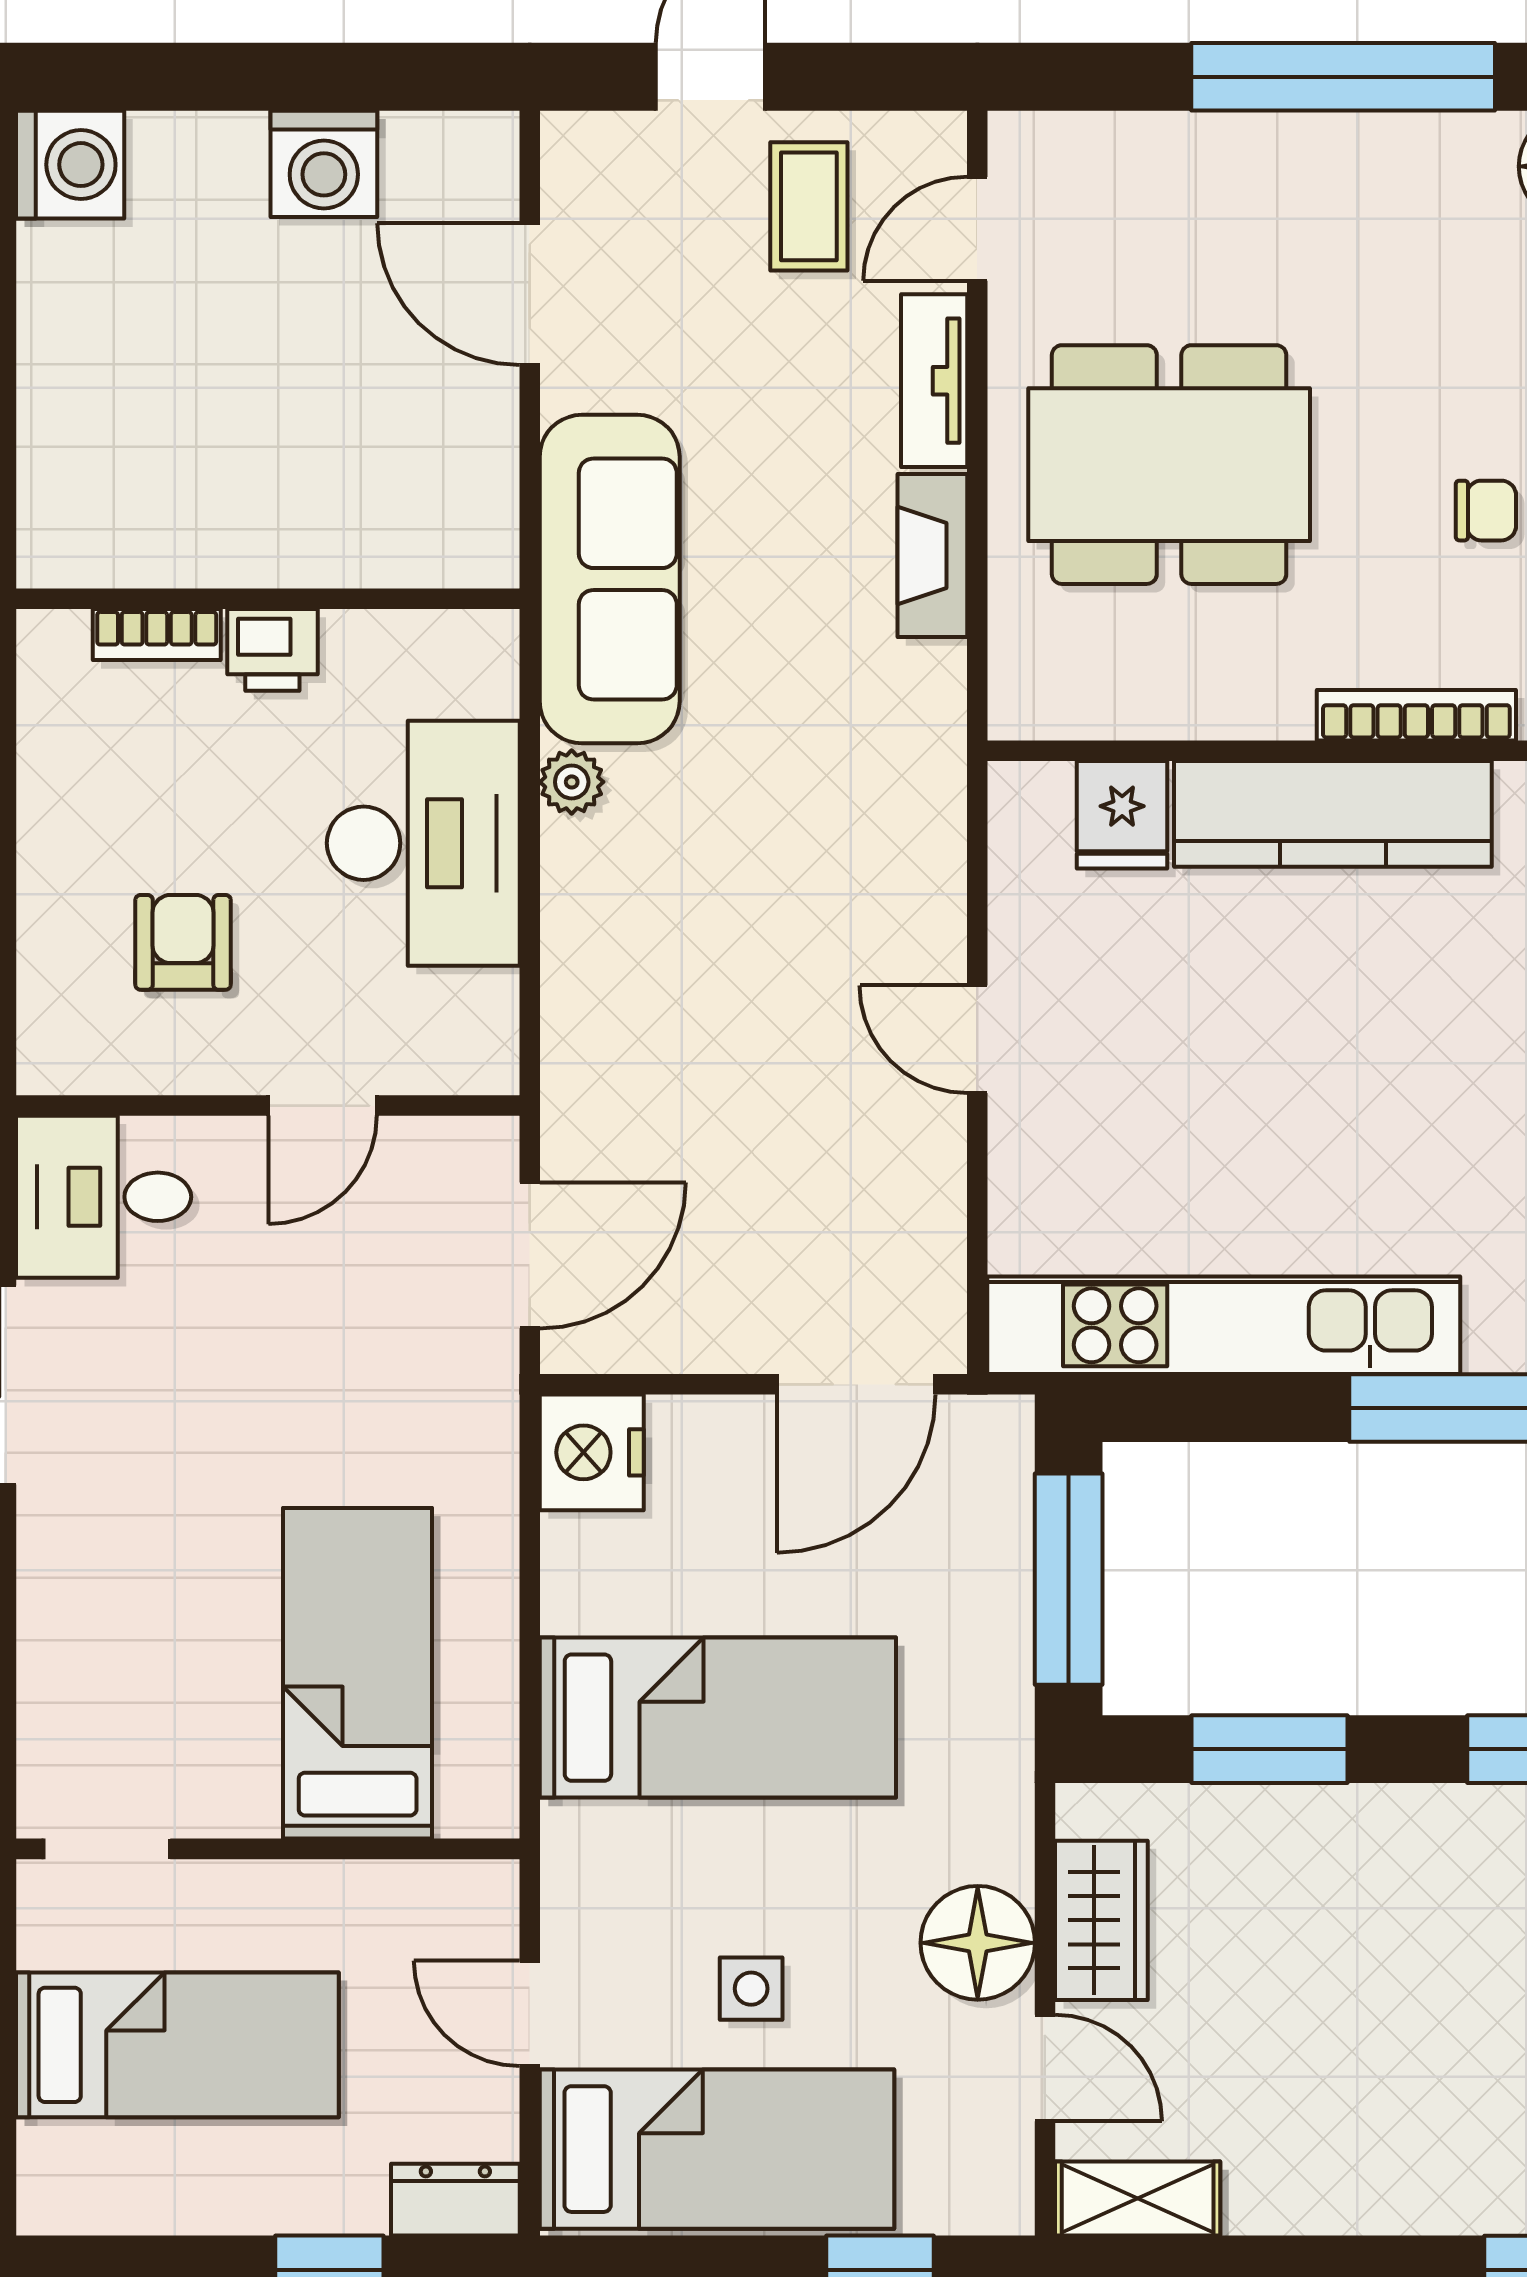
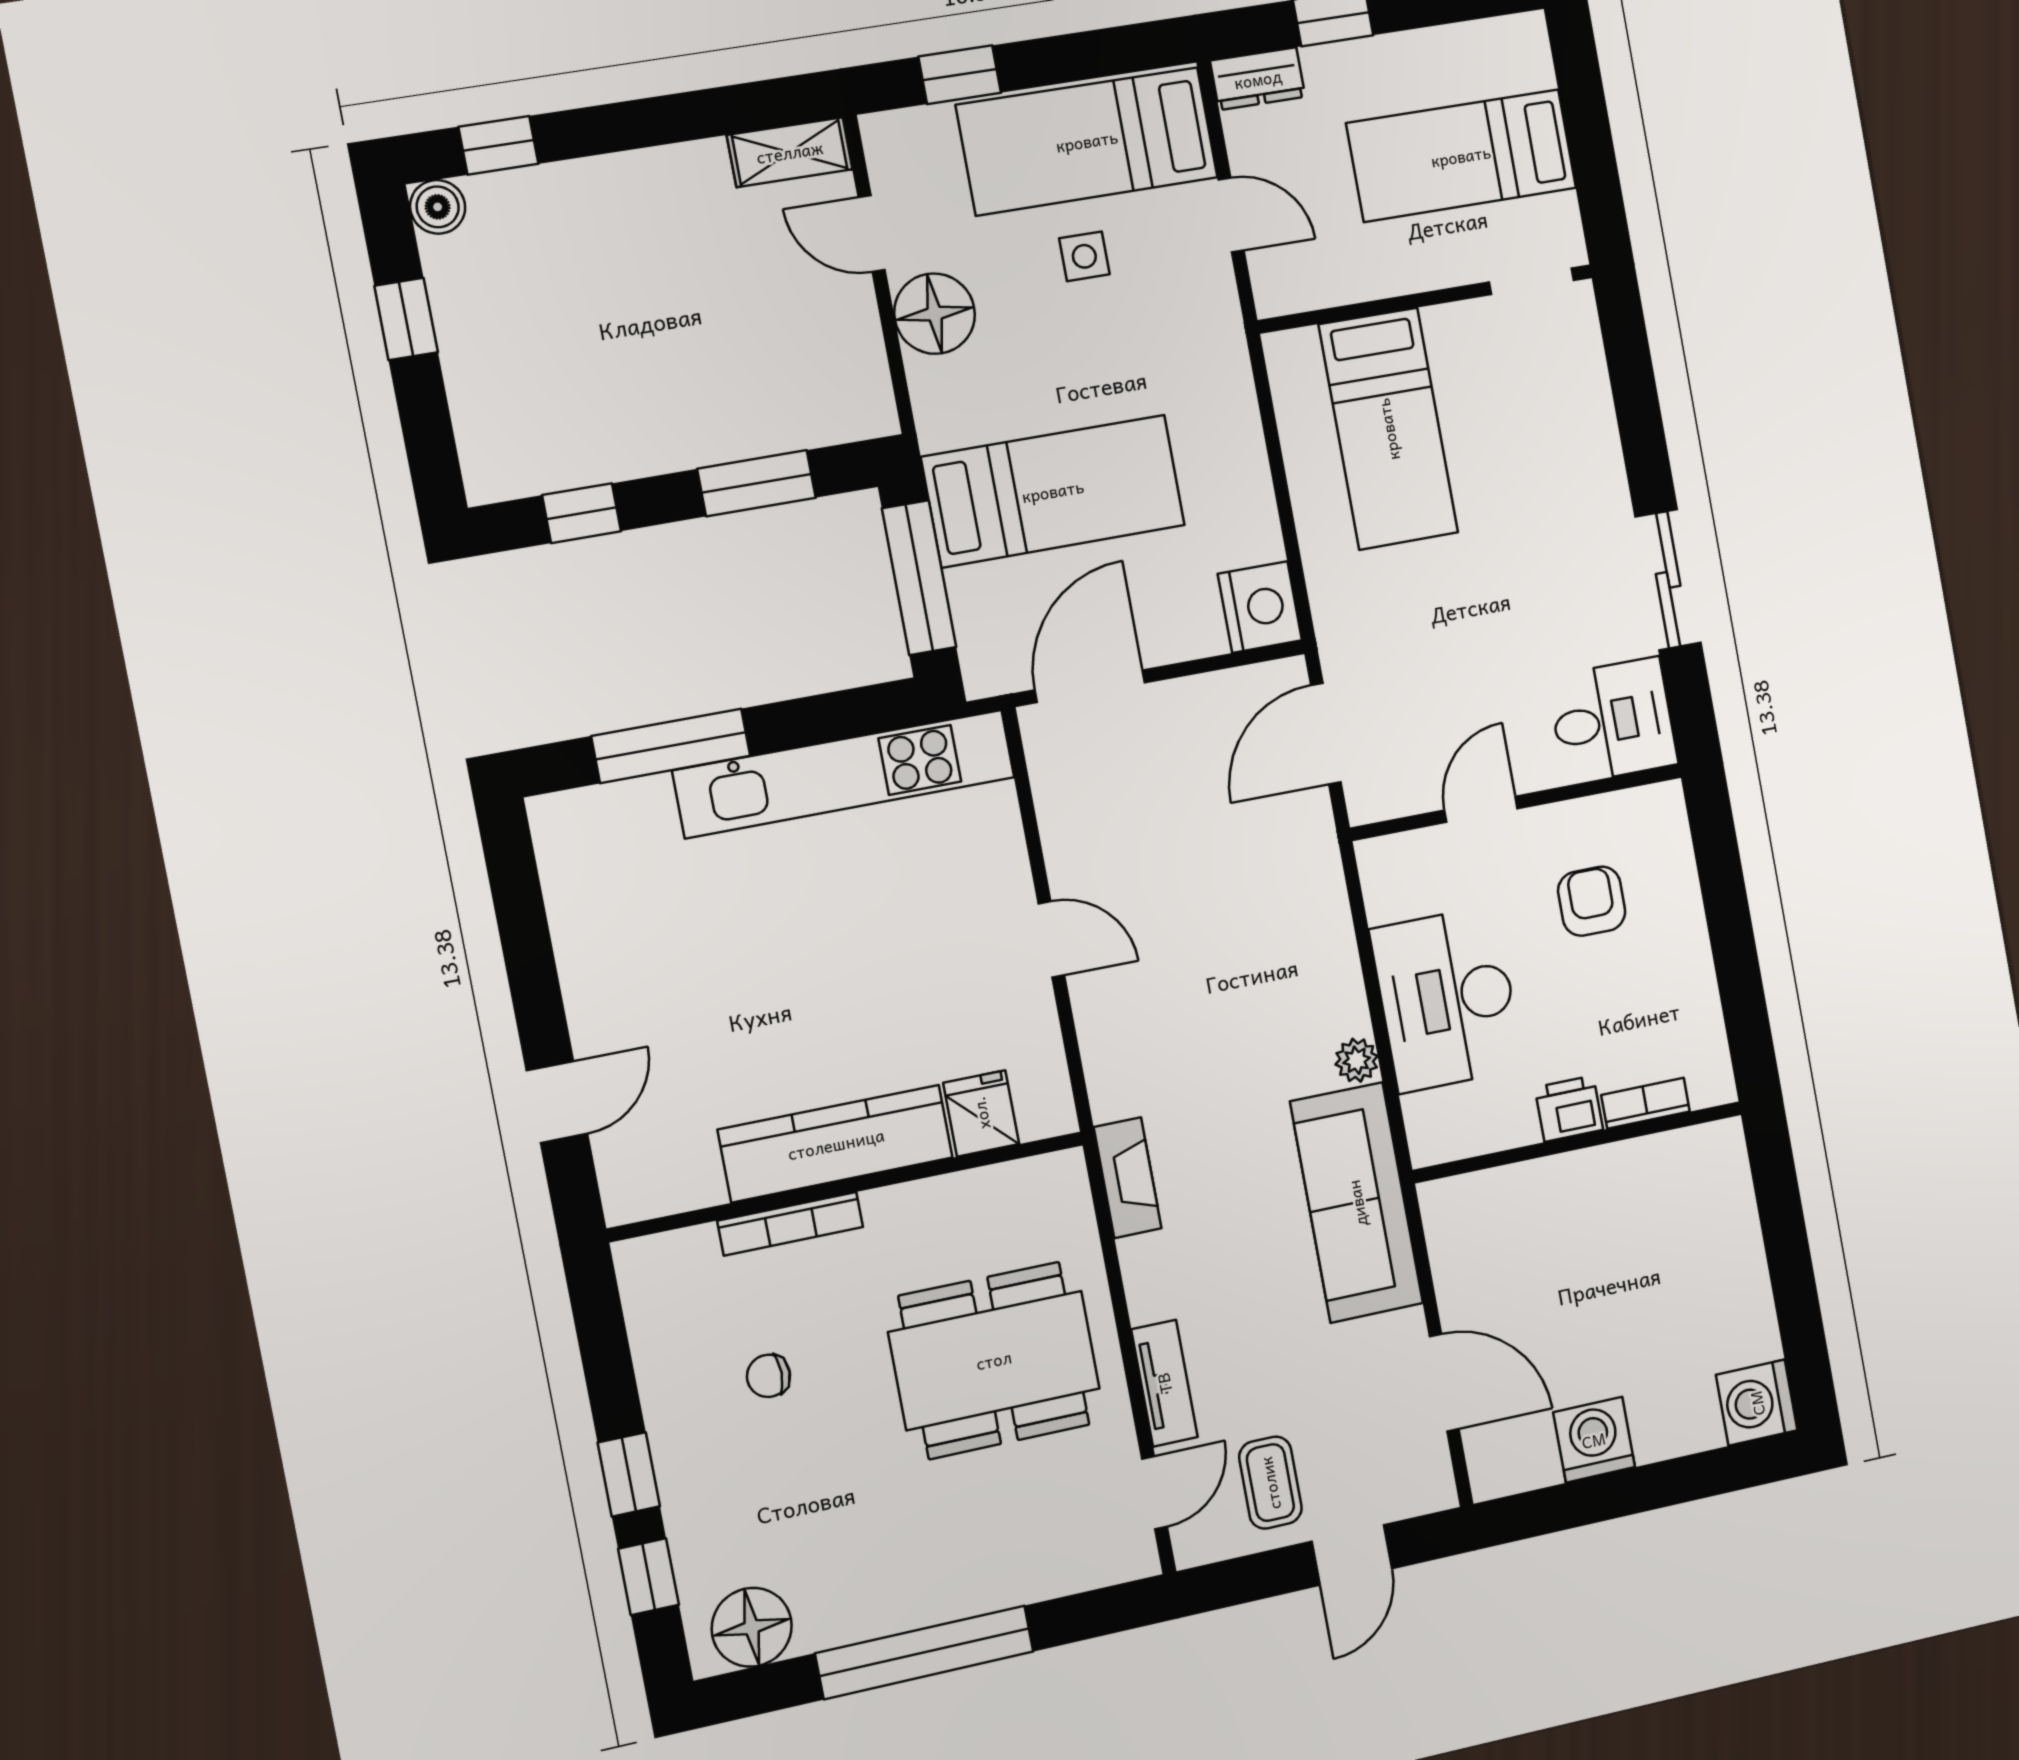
fireplace: (932, 556) -> (1128, 1178), moved
armchair: (183, 942) -> (1592, 901), turned 180
bed: (718, 1718) -> (1053, 491), moved, turned 180
wardrobe: (1101, 1920) -> (852, 343), removed

